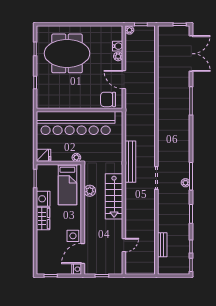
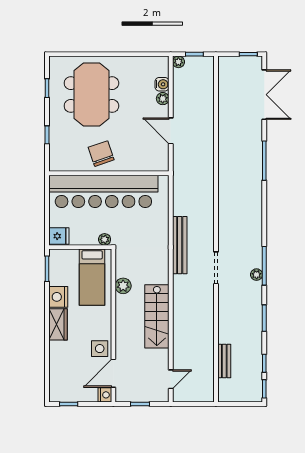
meeting table: (67, 53) -> (91, 95), turned 90
chair: (108, 99) -> (101, 154), moved, turned 71
stairs: (114, 196) -> (157, 316), moved
door: (124, 245) -> (171, 379), moved

